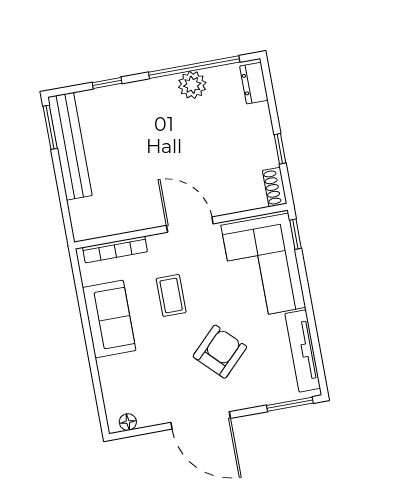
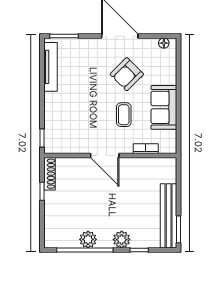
dresser: (254, 83) -> (51, 234), removed
plant: (138, 95) -> (122, 240), added
shoe rack: (275, 187) -> (49, 174), width x1.43
bookcase: (115, 249) -> (146, 149), width x0.64
corner sofa: (263, 266) -> (65, 122), removed
armchair: (220, 352) -> (127, 74), moved

